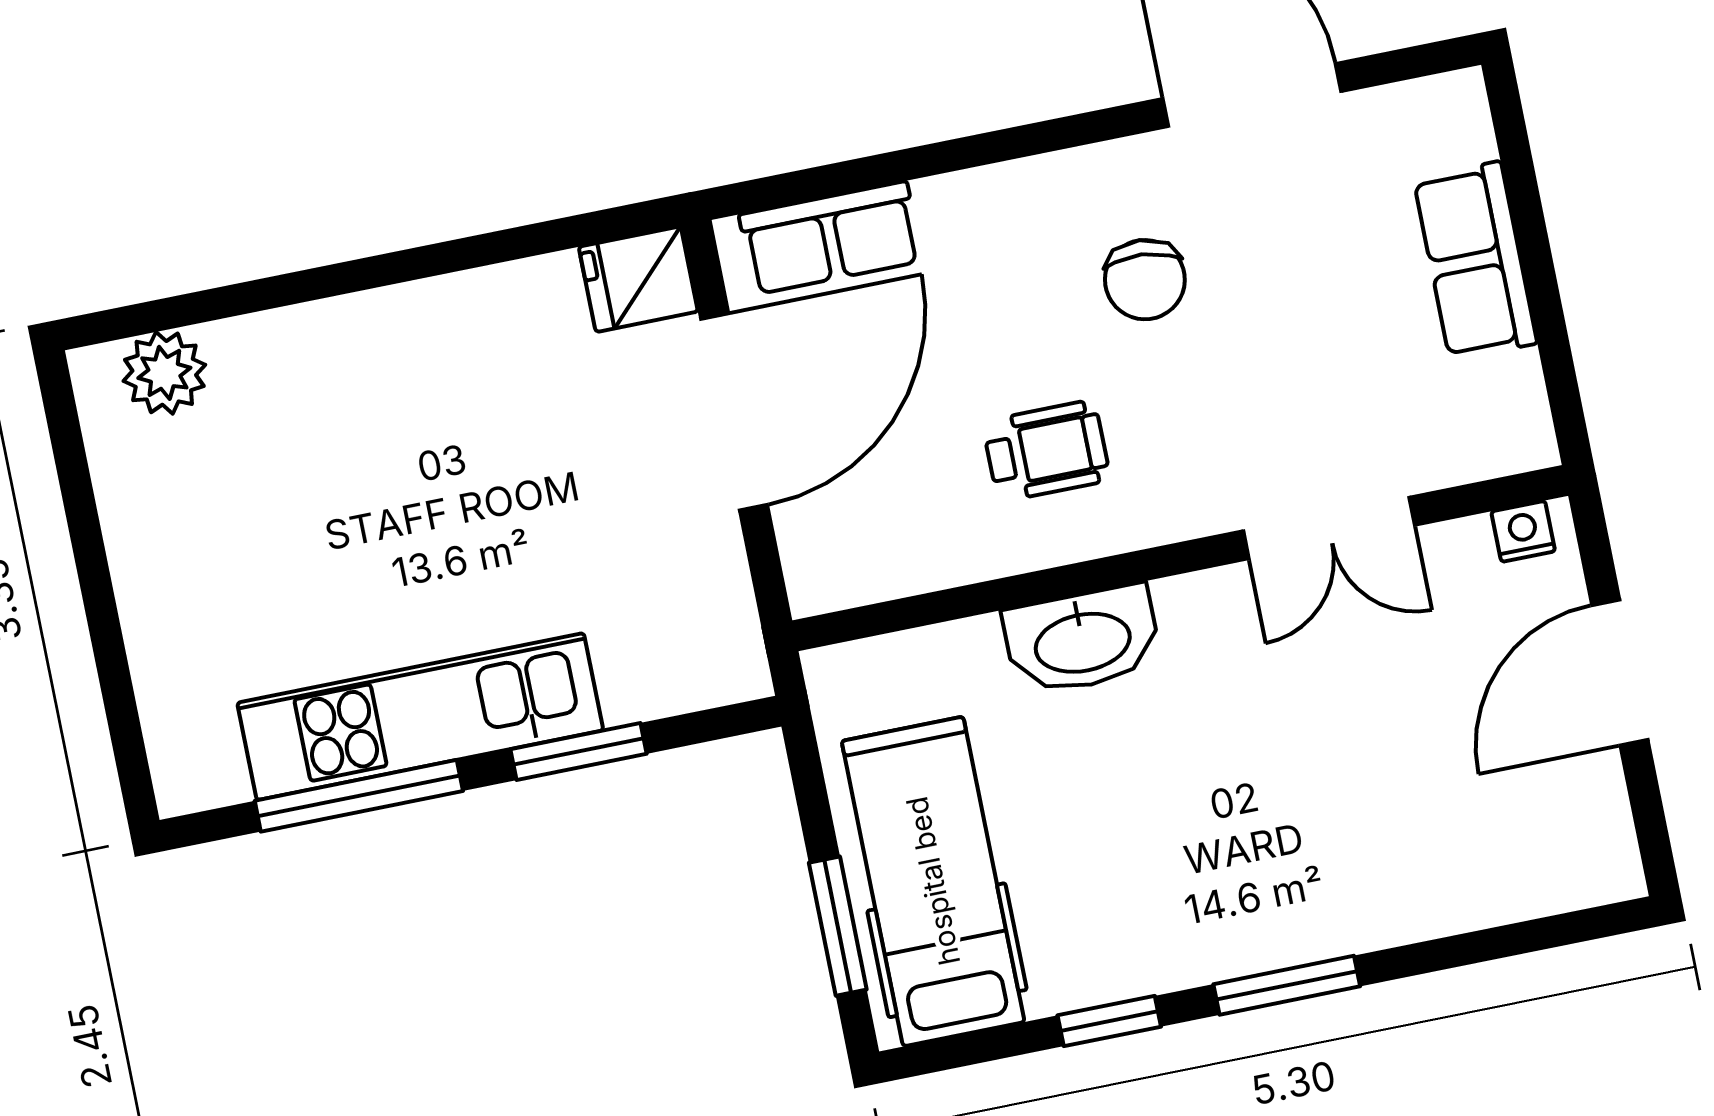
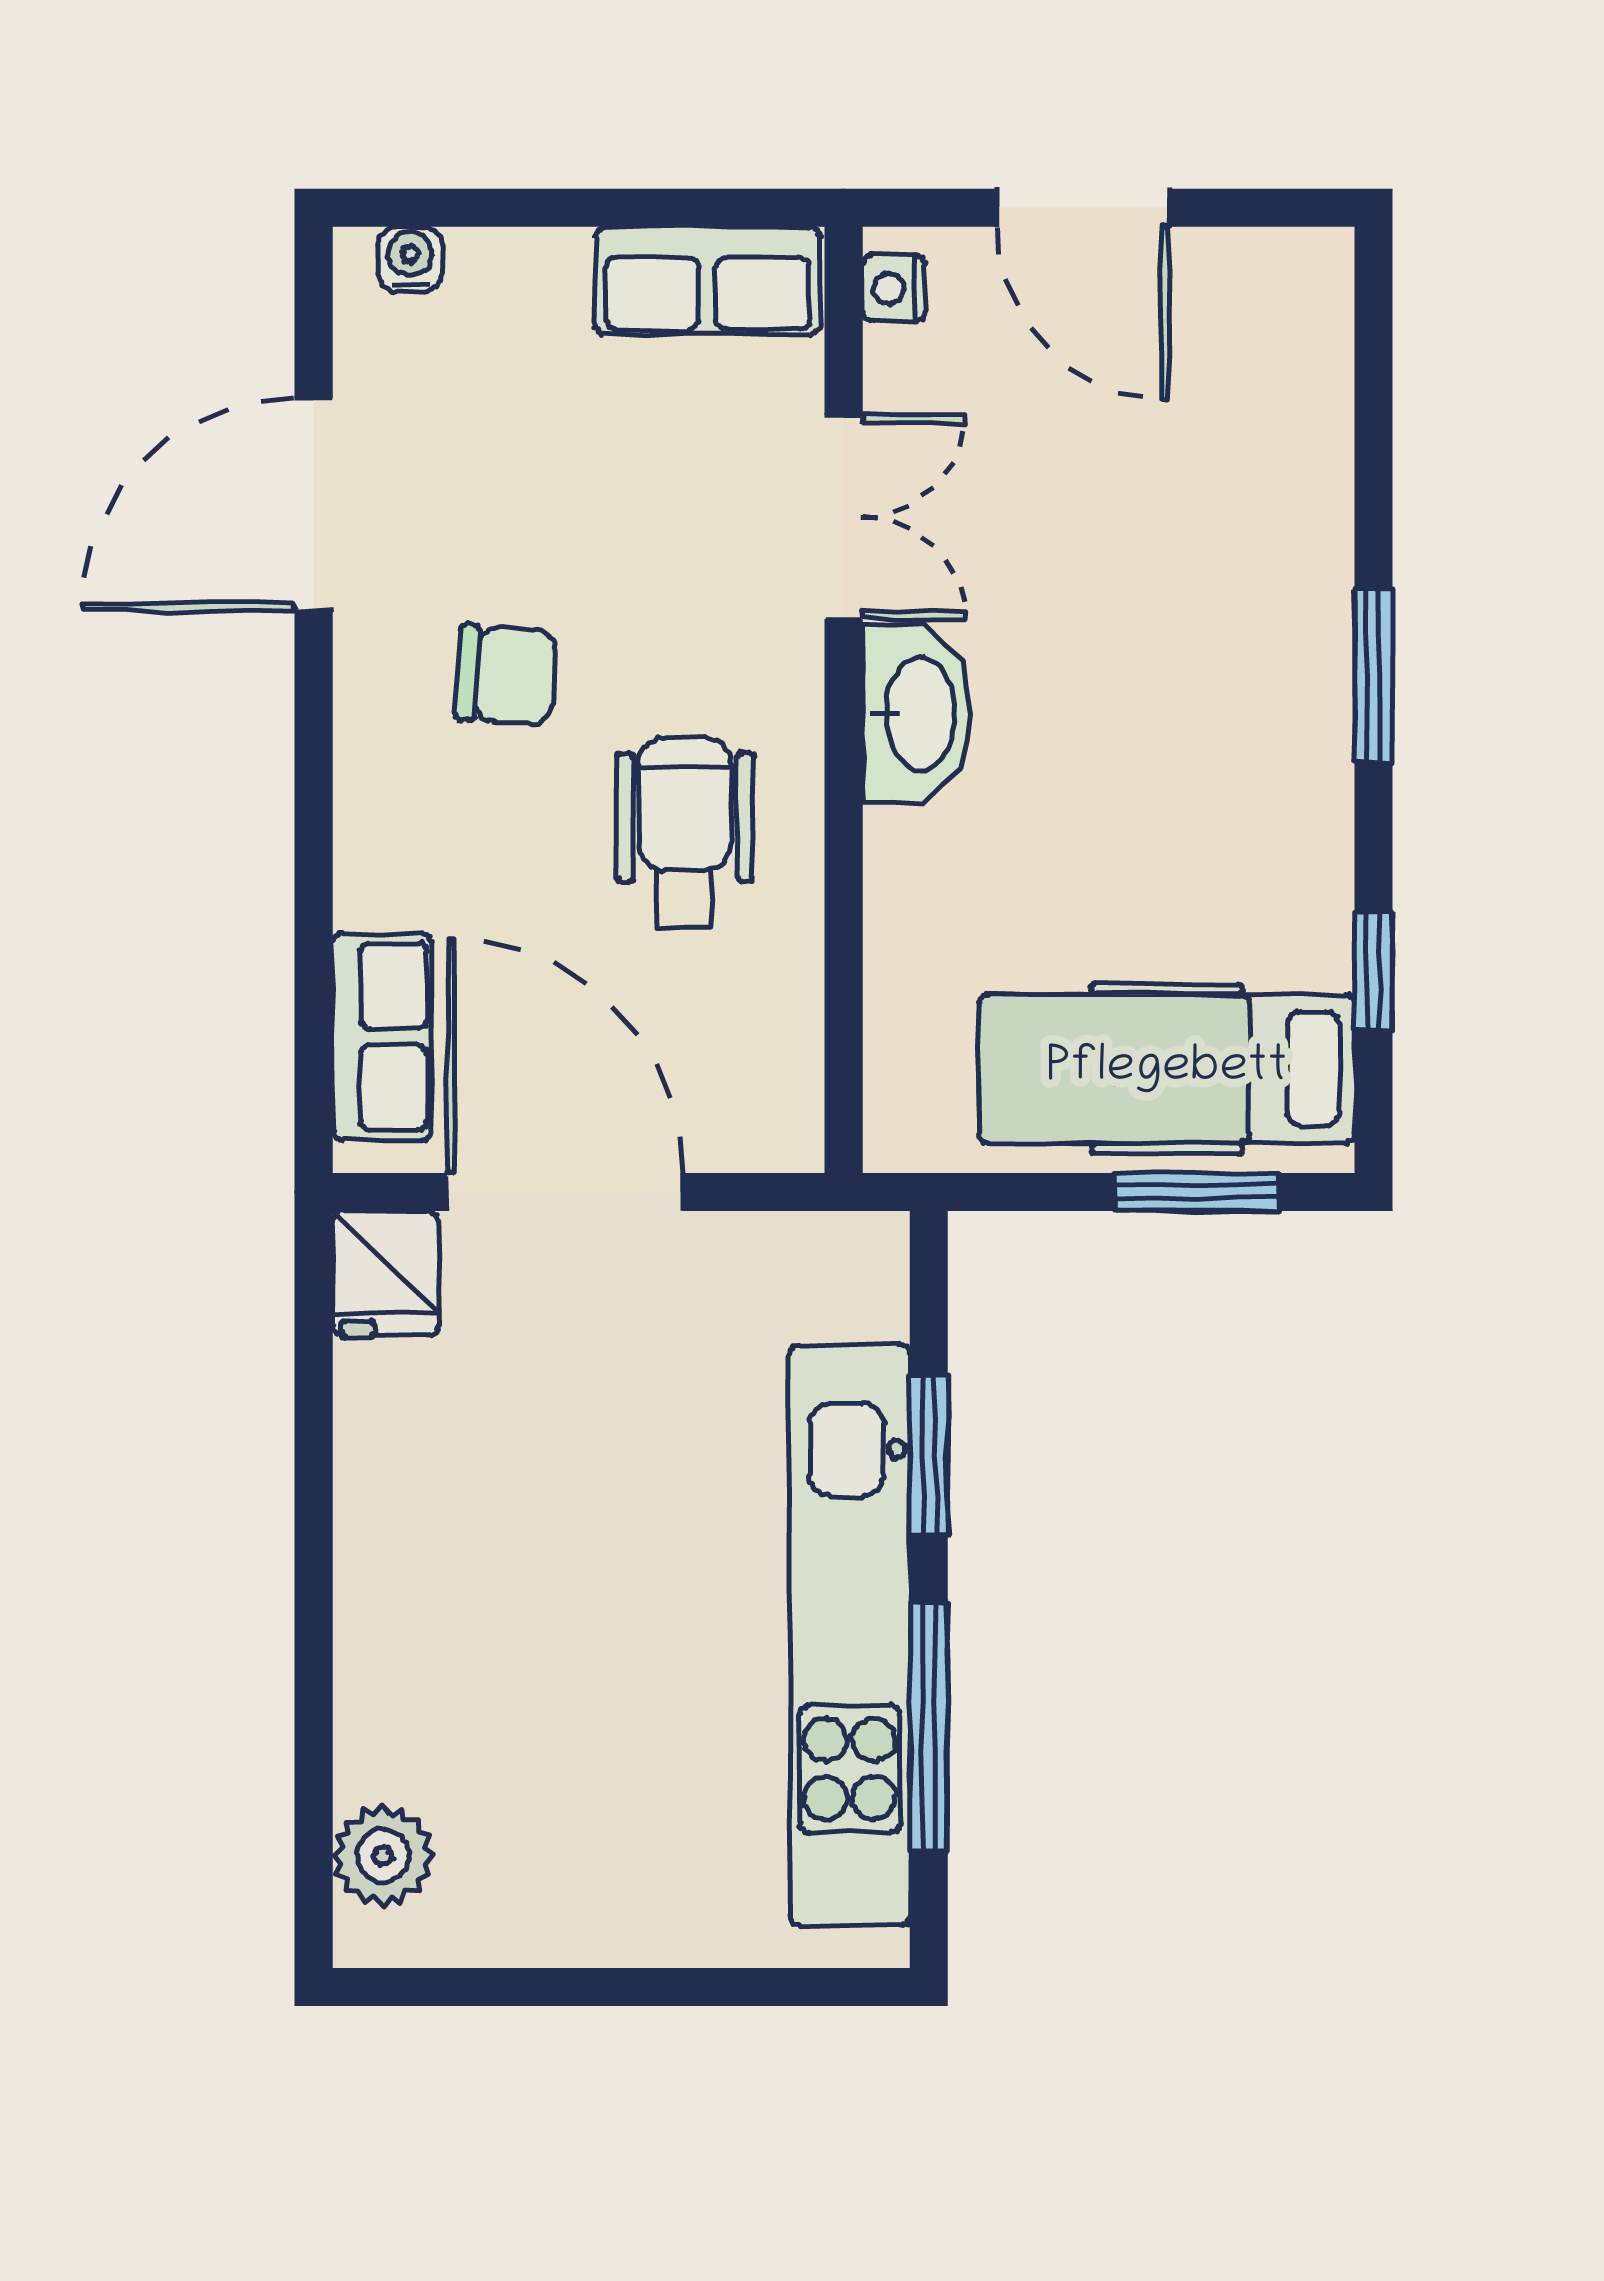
water cooler: (1468, 133) -> (410, 259), added
row of seats: (1475, 261) -> (707, 281), moved
wheelchair: (1046, 451) -> (685, 832), width x1.36, depth x1.37
washbasin: (1082, 640) -> (917, 714), moved
kitchen unit: (420, 717) -> (850, 1635), width x1.36
window: (1109, 1021) -> (1374, 971), moved

